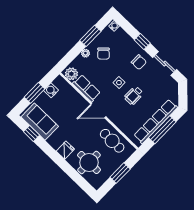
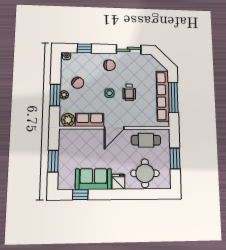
window: (90, 36) -> (55, 95), moved
window: (142, 42) -> (84, 48), moved
water cooler: (51, 90) -> (64, 147), removed
sofa: (40, 122) -> (93, 179), moved

